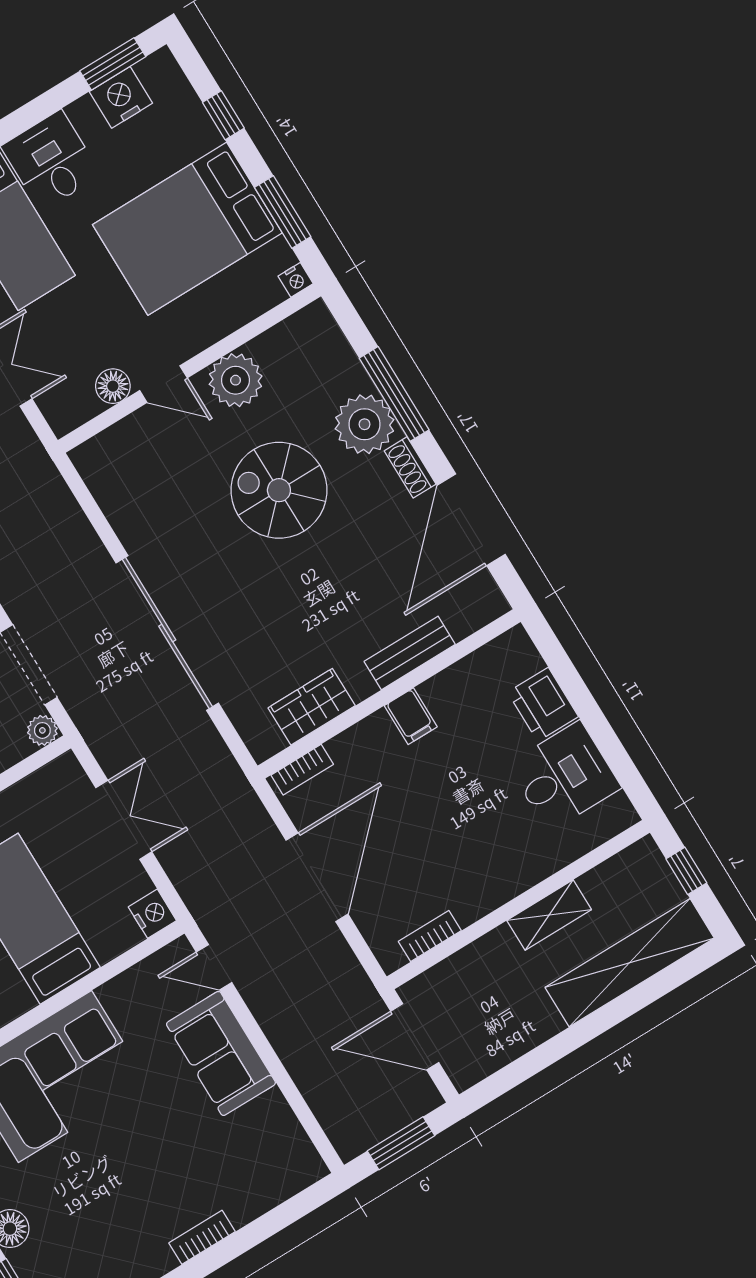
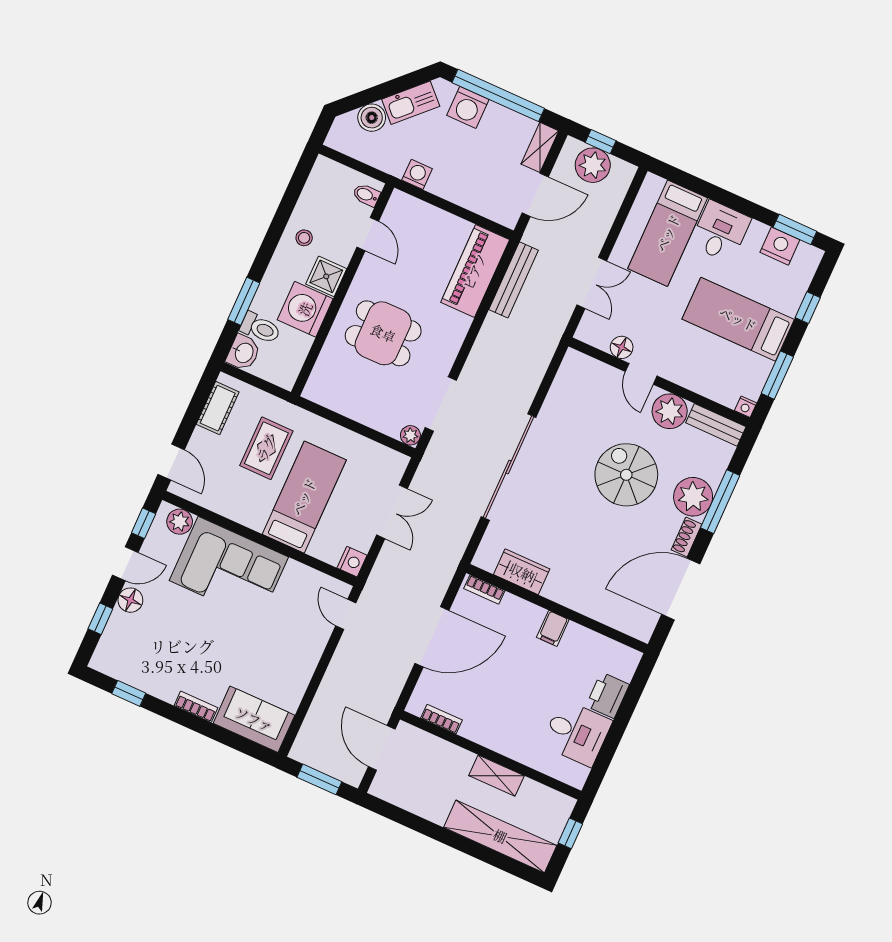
bed: (187, 229) -> (738, 319), width x0.67
bench: (410, 653) -> (716, 425), moved
sofa: (221, 1053) -> (254, 719), moved, turned 90

